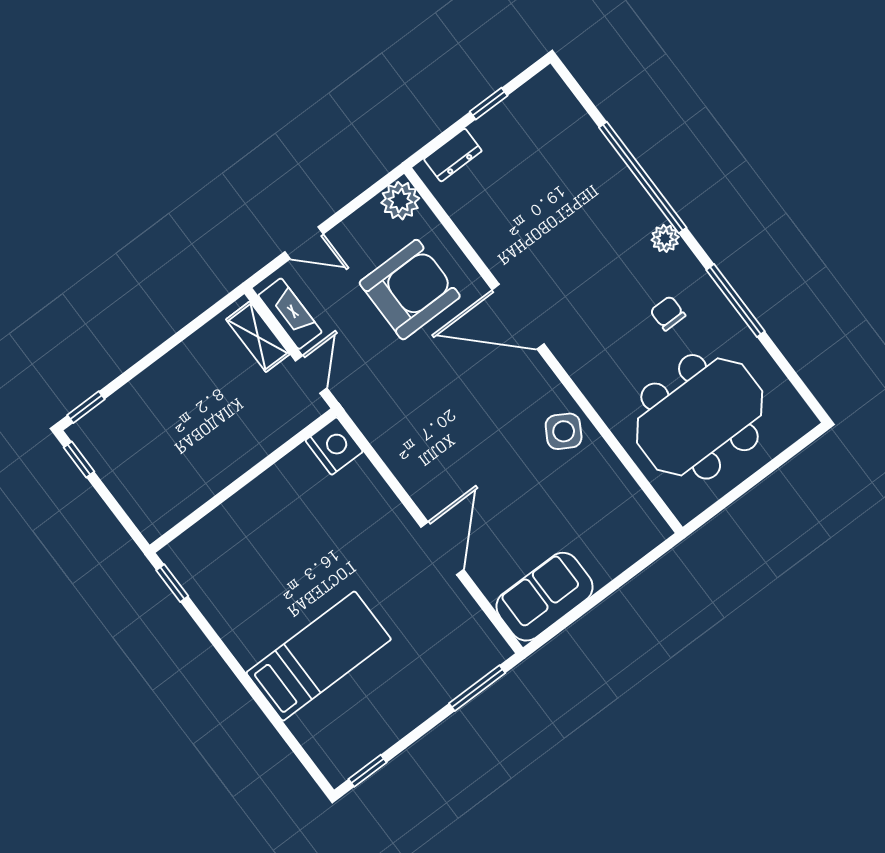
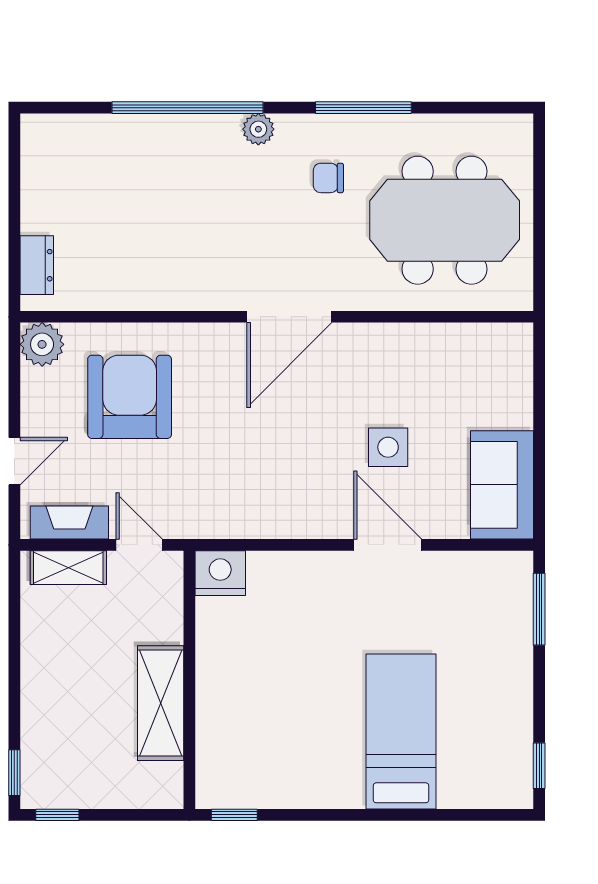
window: (489, 104) -> (14, 197), removed
door: (518, 317) -> (289, 317), moved
meeting table: (700, 417) -> (445, 220), turned 90
side table: (564, 431) -> (388, 447), moved, turned -30
shelving: (212, 473) -> (161, 703), added

